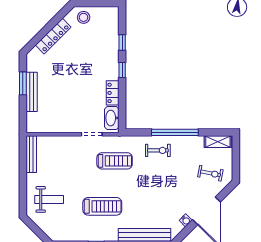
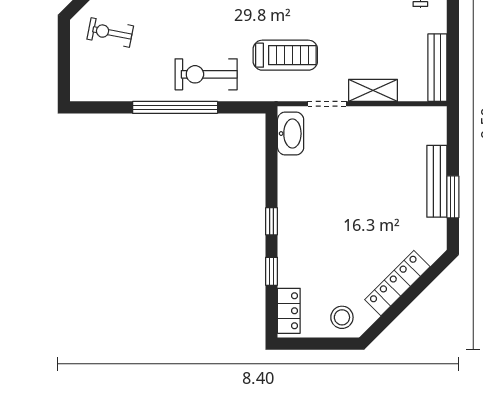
locker: (113, 93) -> (289, 311), moved
shelving: (218, 142) -> (373, 90), moved
exercise bike: (158, 150) -> (206, 74), width x1.38, depth x1.39
treadmill: (115, 161) -> (285, 55), turned 180

